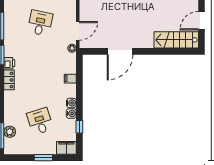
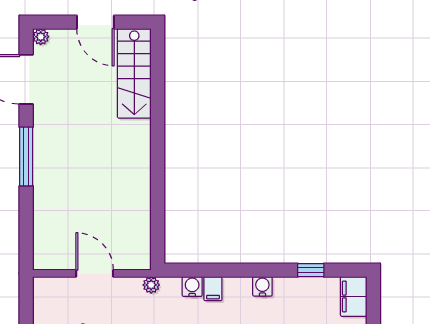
door: (78, 31) -> (95, 273), moved
door: (120, 51) -> (158, 187), removed
water cooler: (71, 114) -> (192, 287), moved

